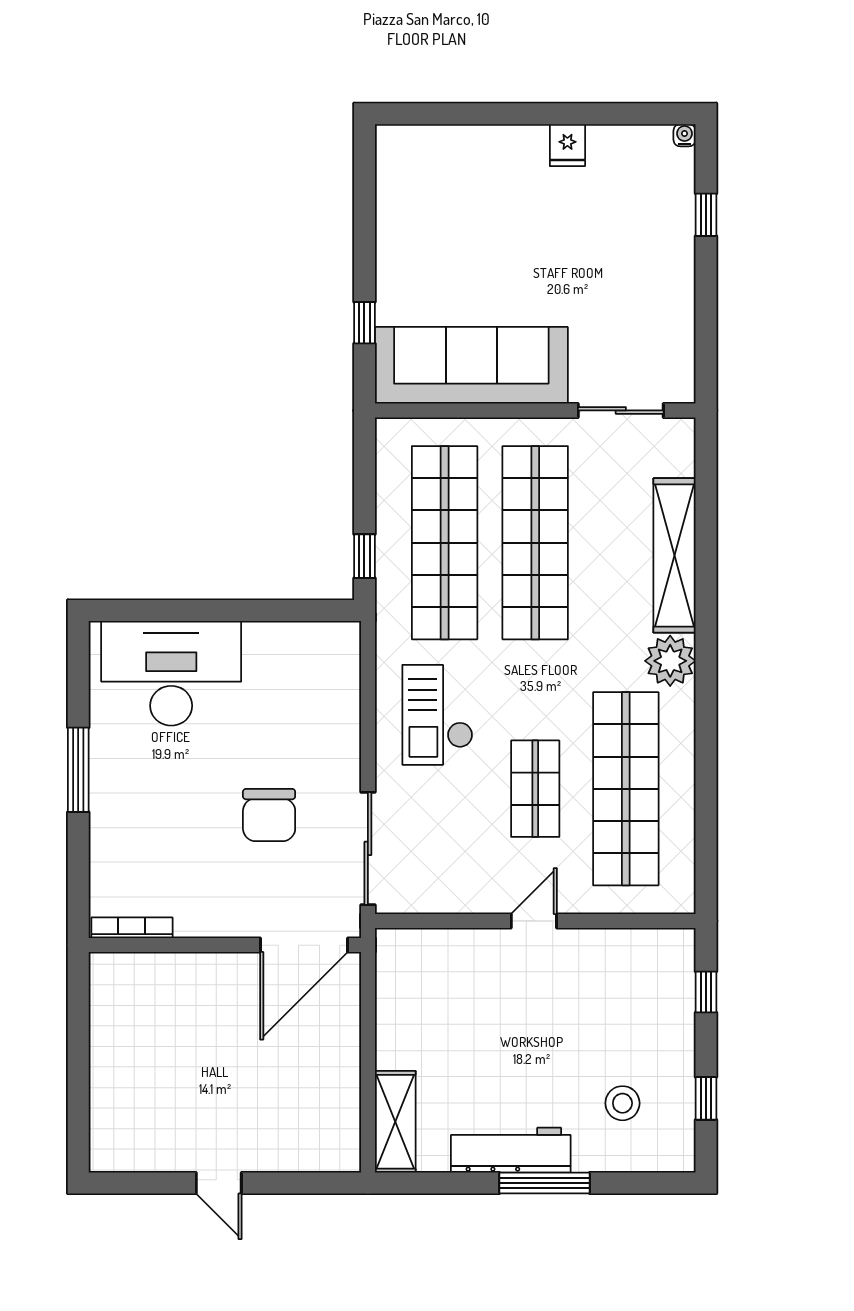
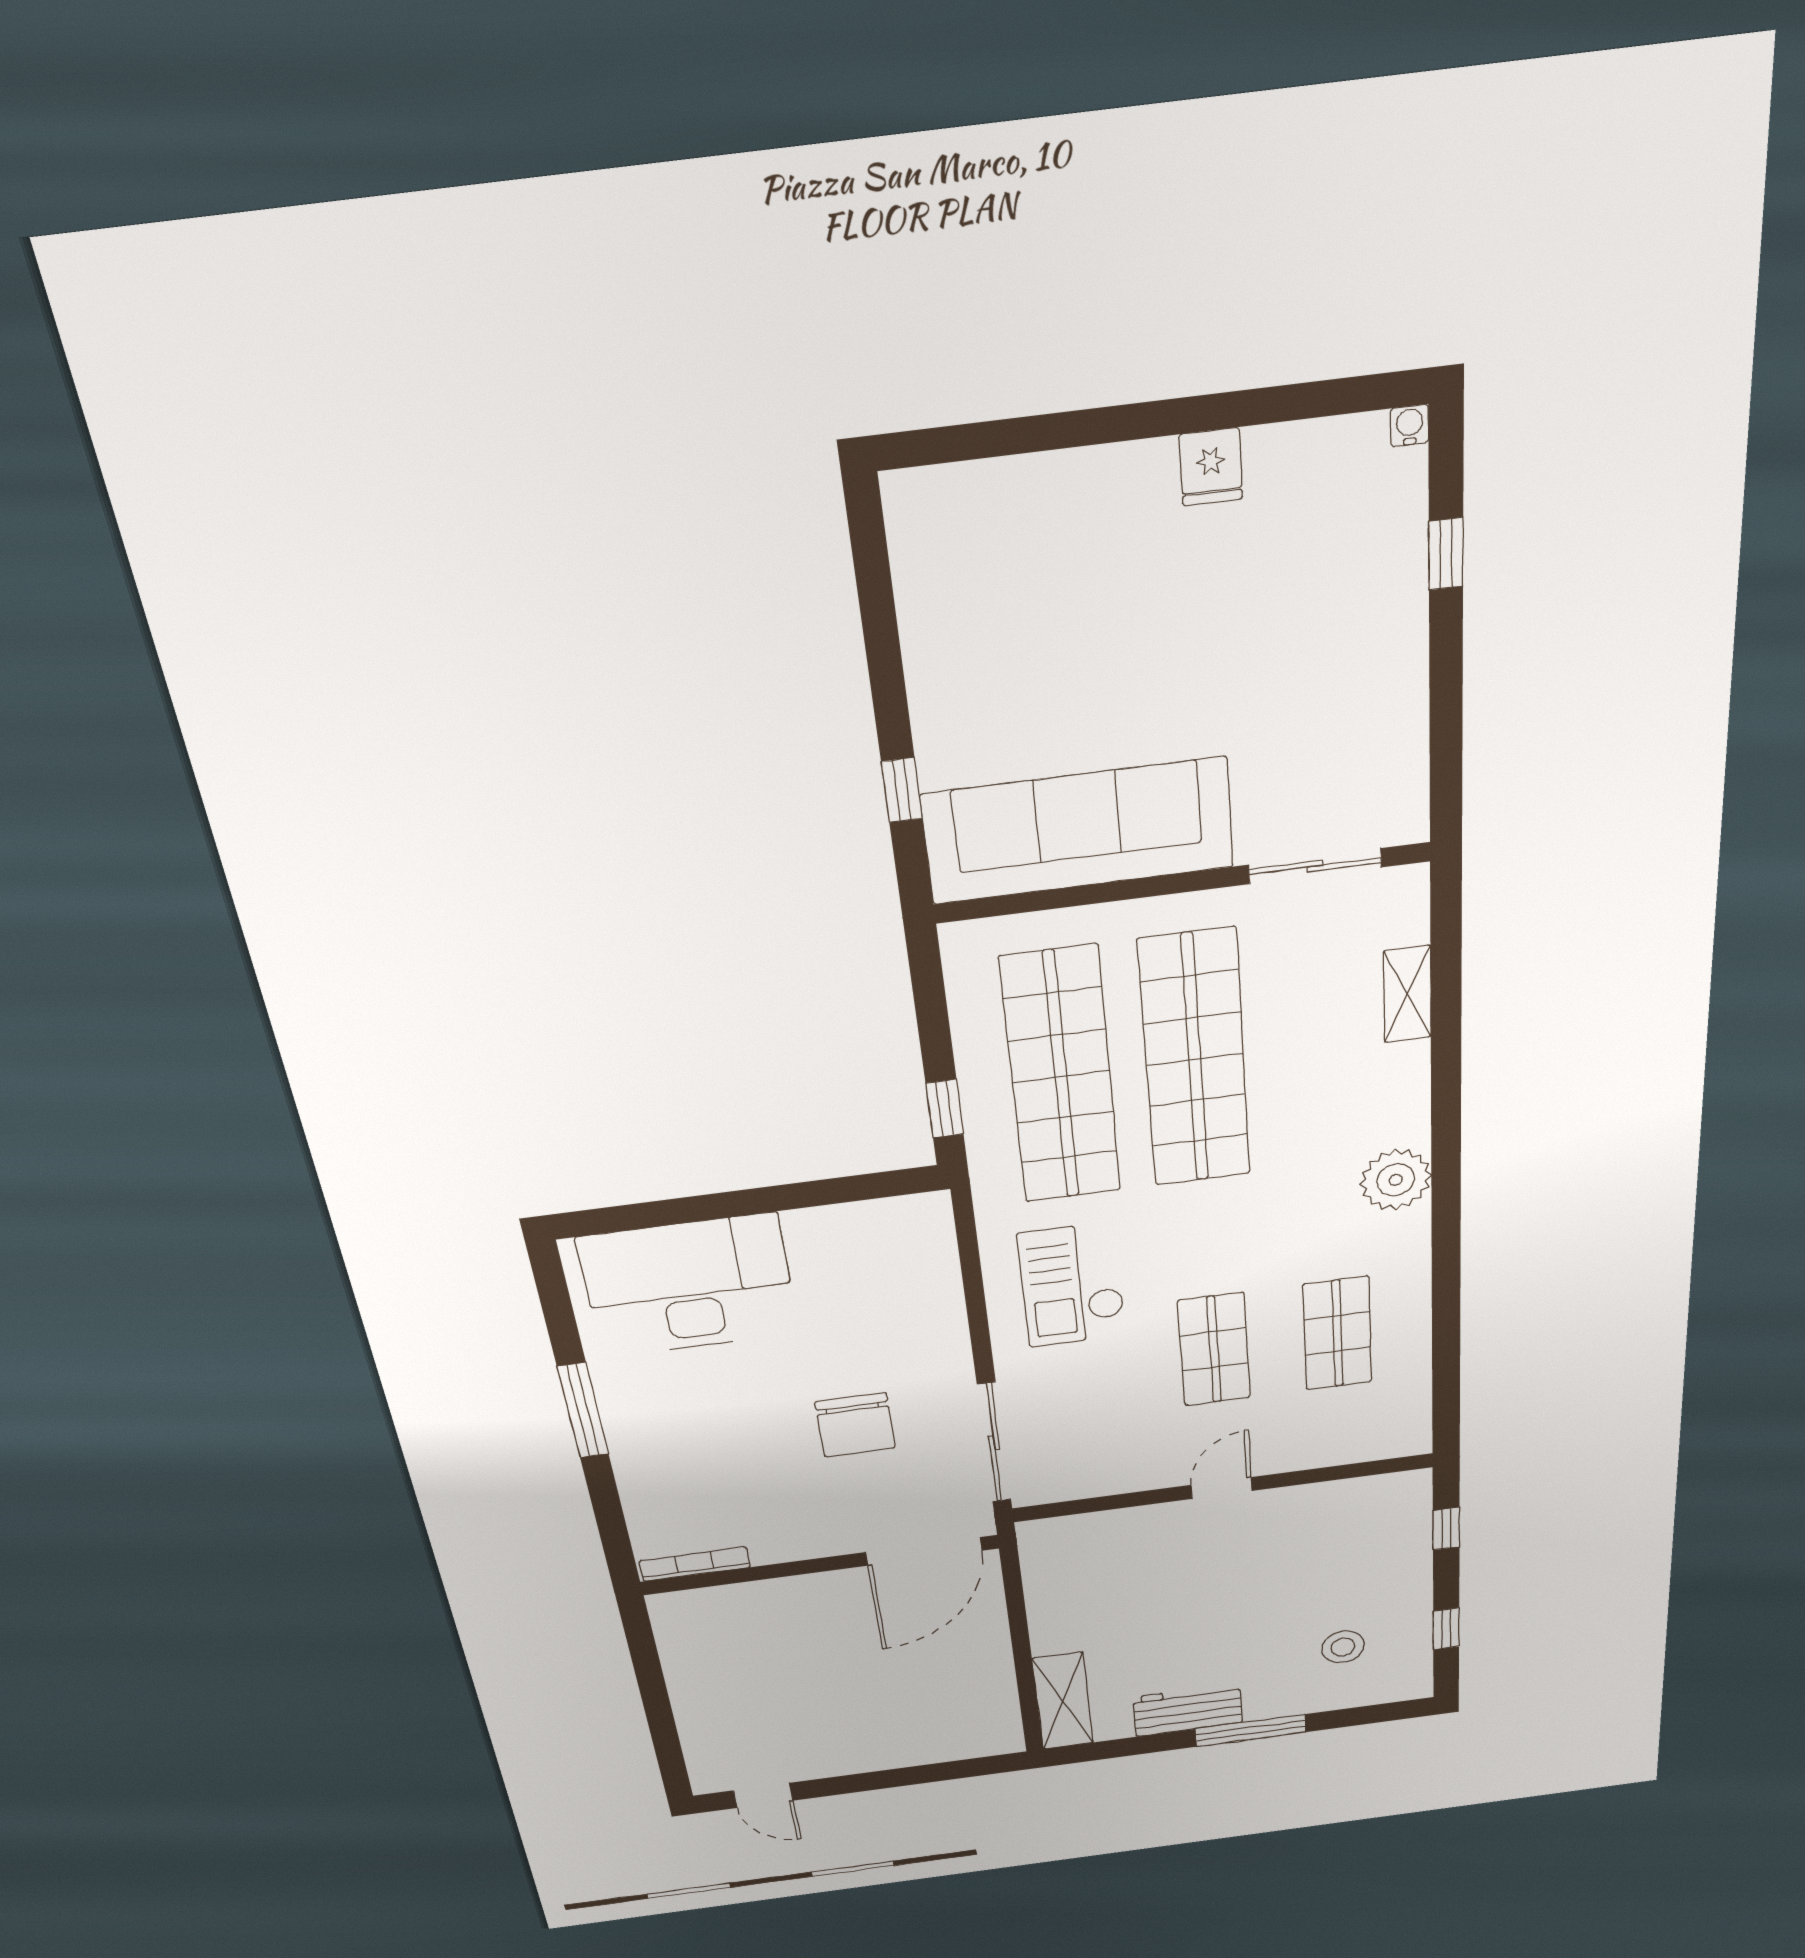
shelving: (674, 555) -> (1407, 994), width x0.45, depth x0.75
shop shelf: (626, 789) -> (1337, 1333), width x0.50, depth x0.74
workbench: (511, 1150) -> (1188, 1710), width x0.73
door: (219, 1183) -> (763, 1796), moved

